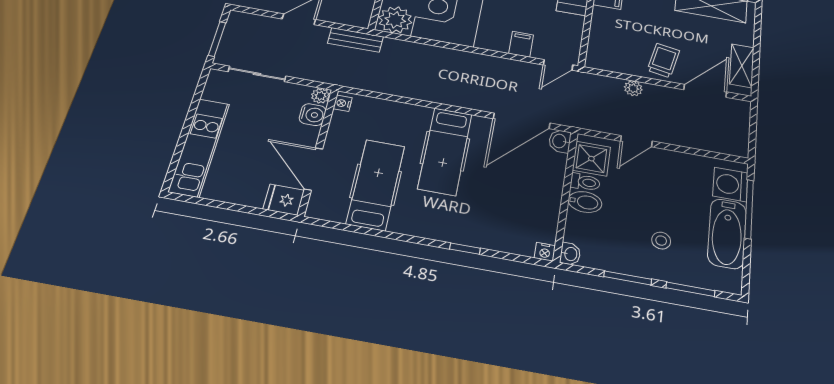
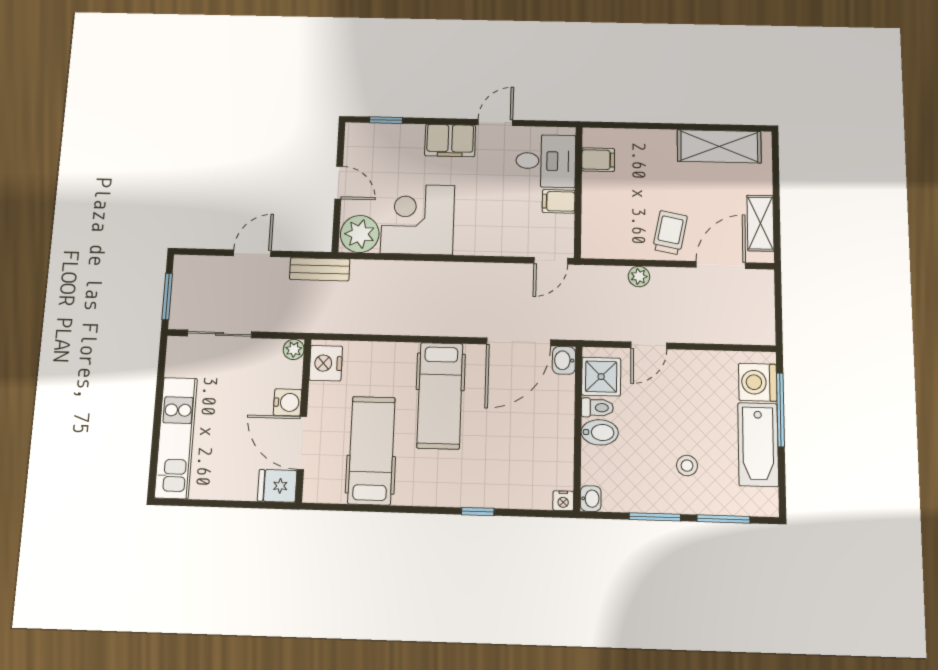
filing cabinet: (521, 44) -> (559, 201), moved, turned -90
nightstand: (343, 103) -> (326, 363), width x1.89, depth x1.79
water cooler: (313, 115) -> (288, 402), moved

